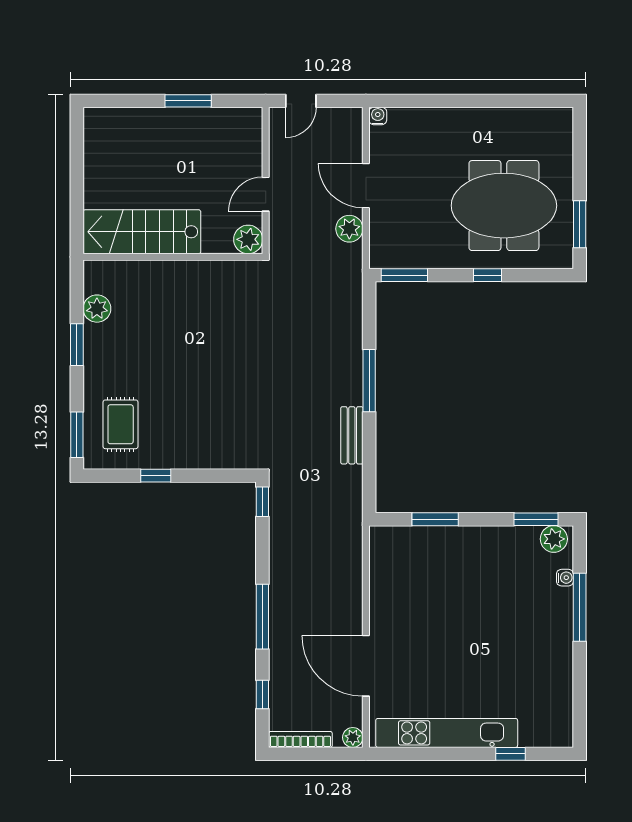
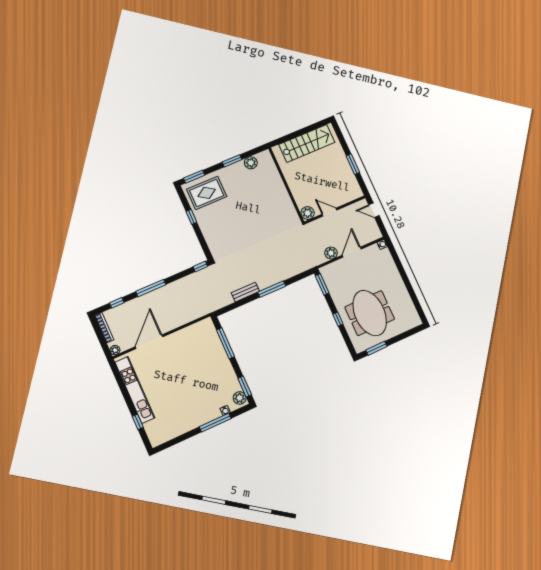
stairs: (142, 232) -> (307, 143), moved, turned 90
rug: (121, 424) -> (207, 193), width x1.36, depth x1.43
window: (435, 519) -> (225, 343), width x1.44

